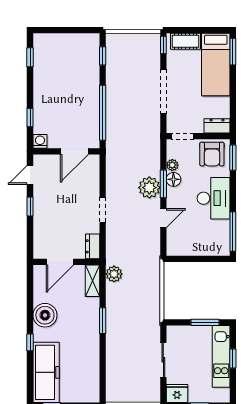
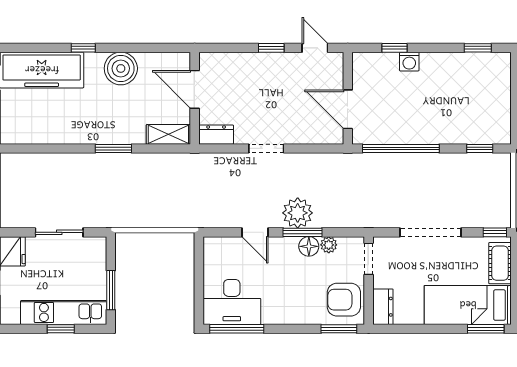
washing machine: (40, 141) -> (409, 62), moved, turned 90
desk: (214, 198) -> (232, 302), moved
plant: (114, 274) -> (178, 164), removed

